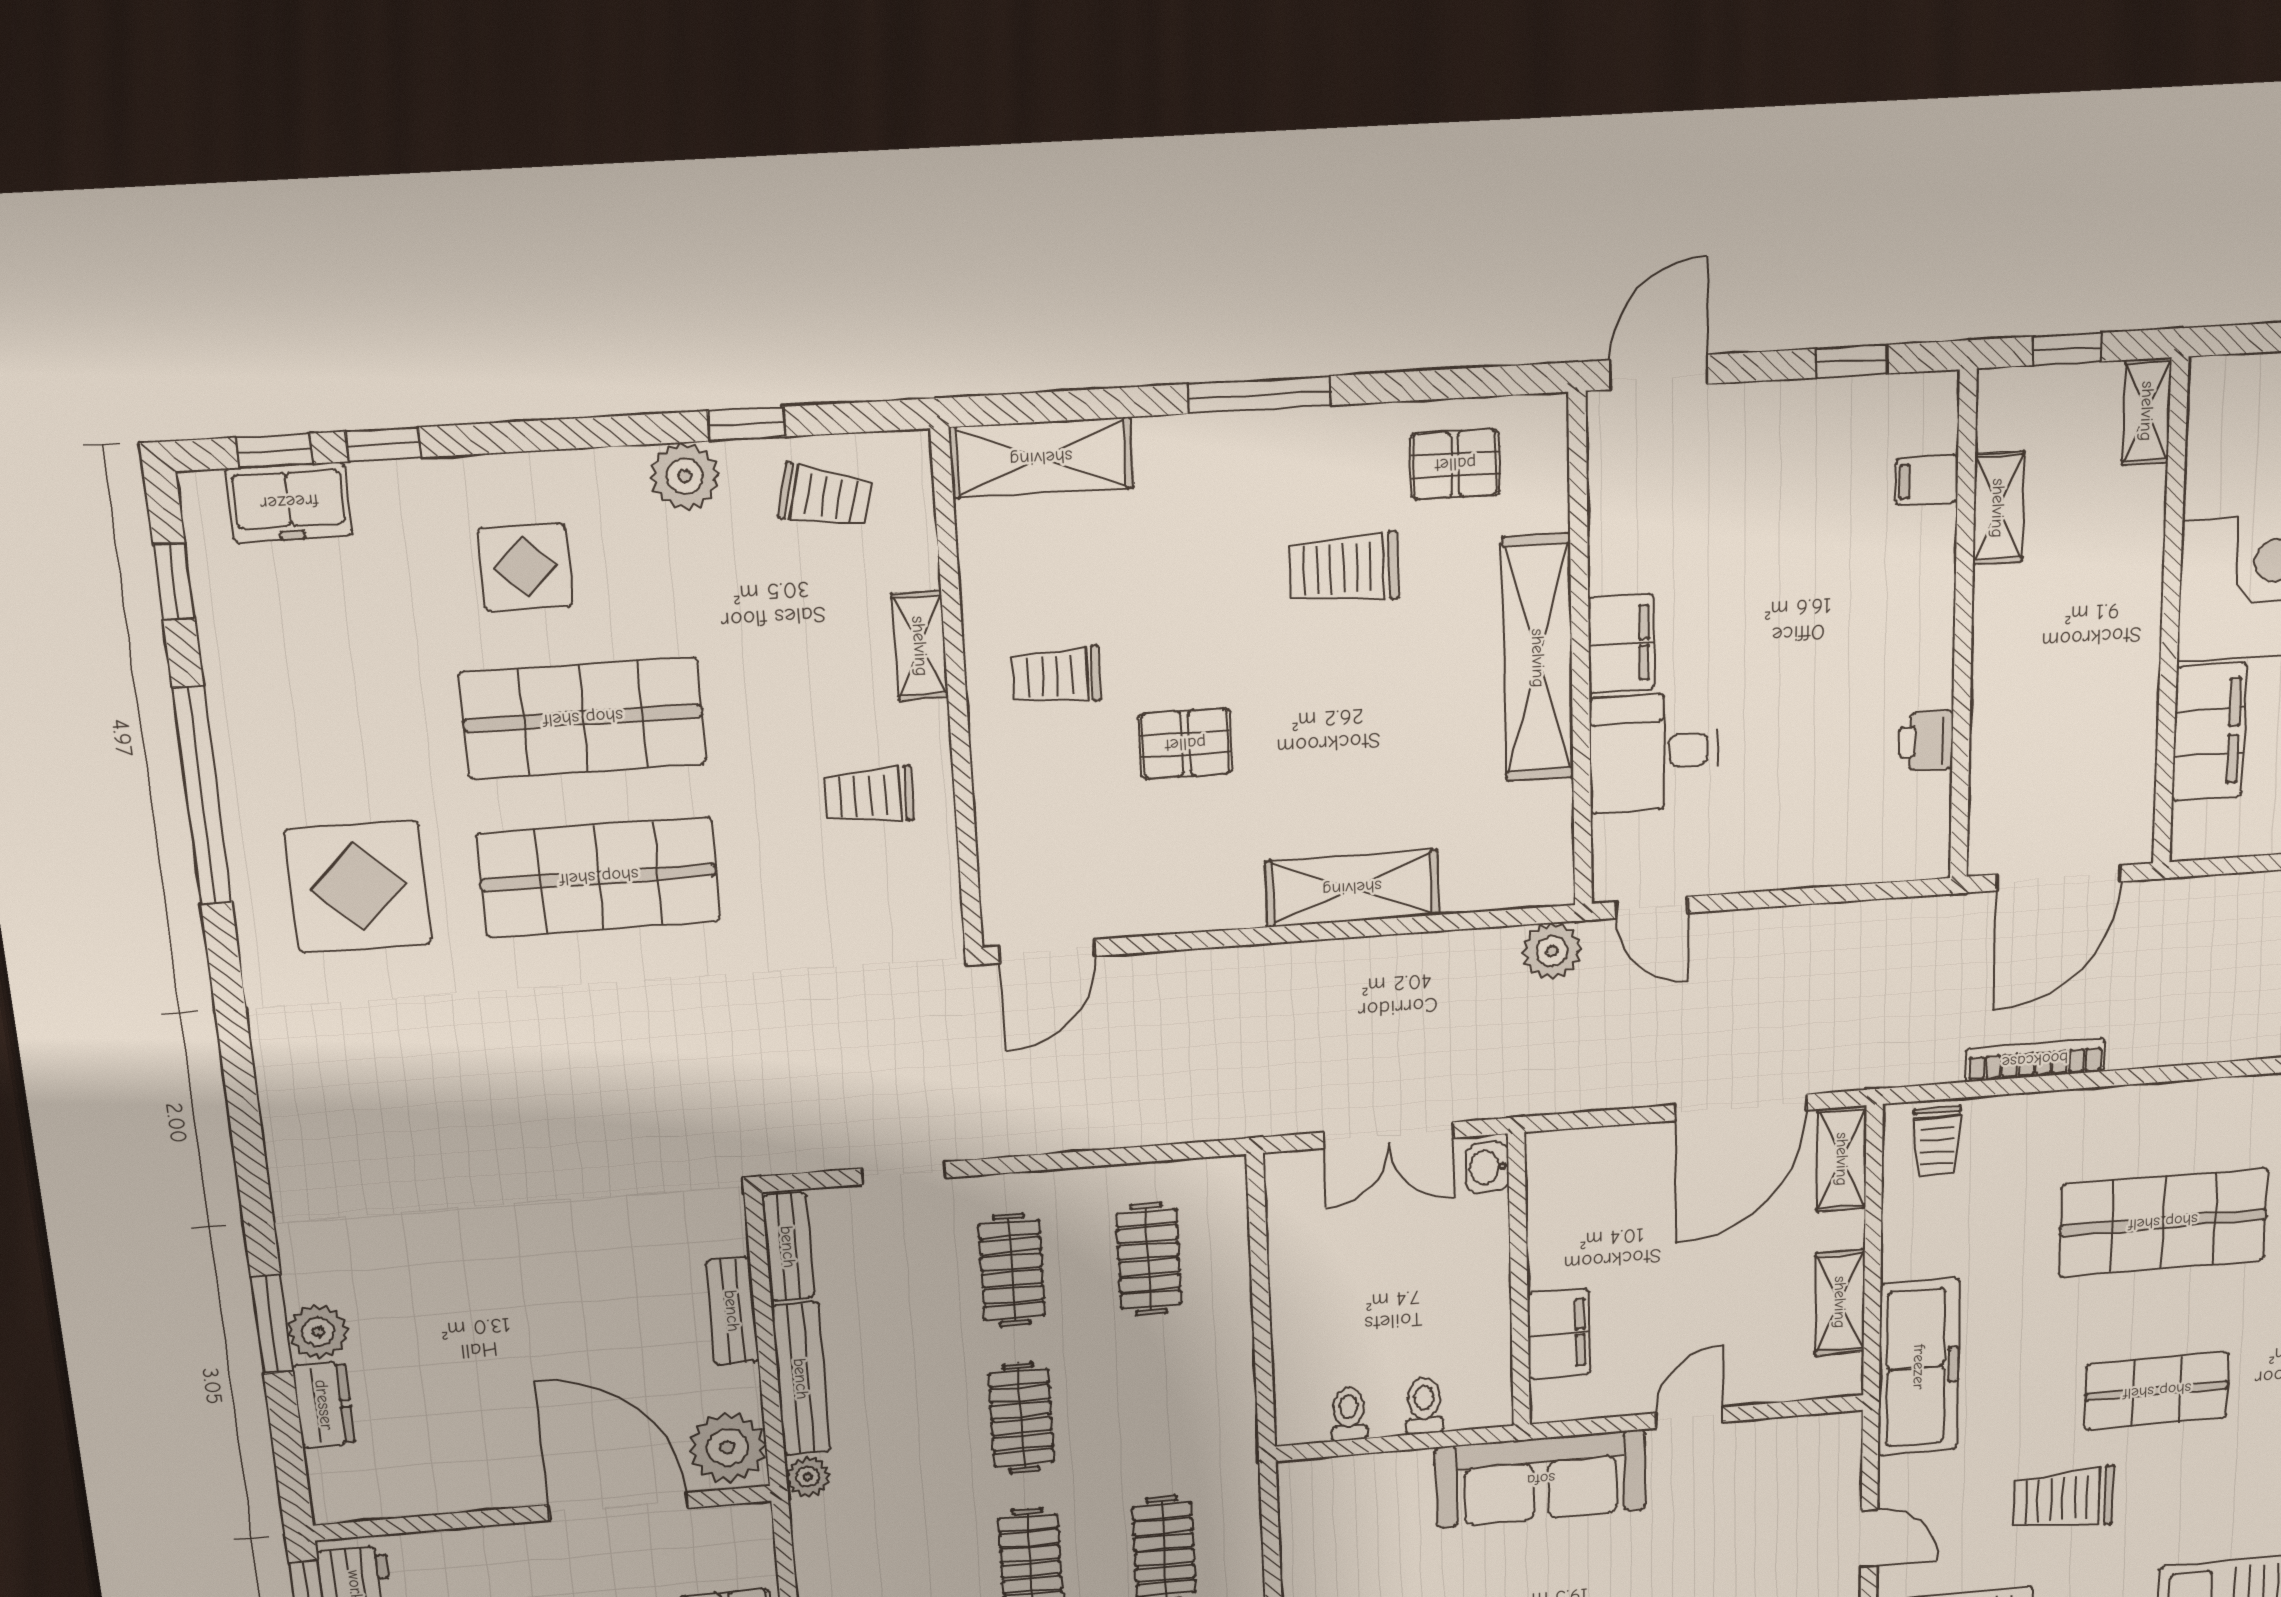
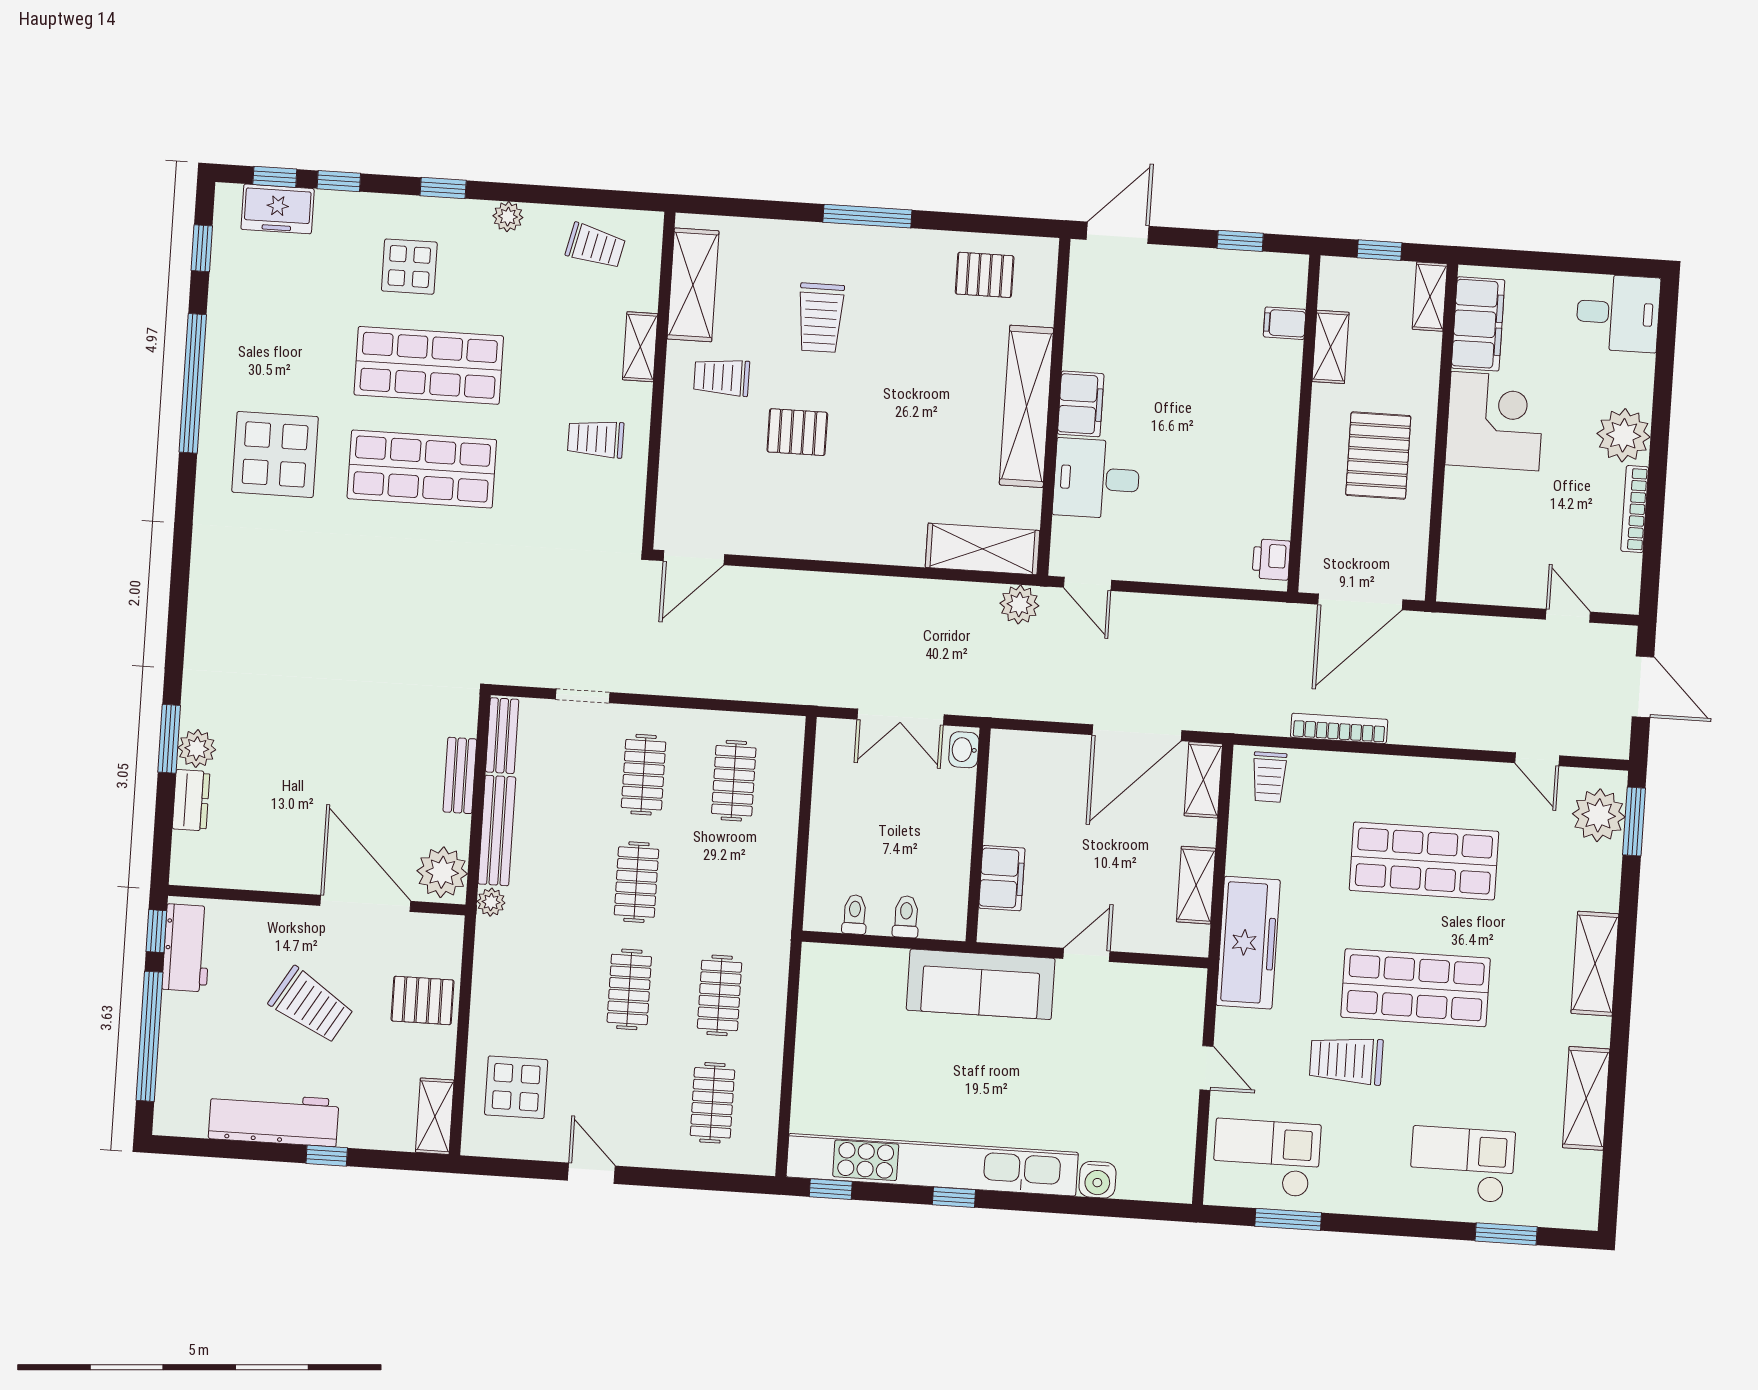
window: (747, 424) -> (443, 188), moved
shelving: (1041, 458) -> (693, 285), moved, turned 90
plant: (685, 476) -> (508, 217), width x0.73, depth x0.73
trolley: (1344, 568) -> (821, 318), moved, turned -90
pallet: (2077, 662) -> (1378, 456), added
filing cabinet: (2209, 732) -> (1478, 324), moved
printer: (1926, 741) -> (1271, 559), moved
shelving: (1352, 888) -> (982, 549), moved
shop shelf: (2157, 1391) -> (1416, 988), width x1.43, depth x1.36

